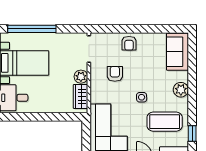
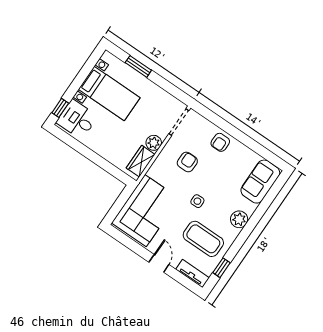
window: (32, 29) -> (138, 66), width x0.47

